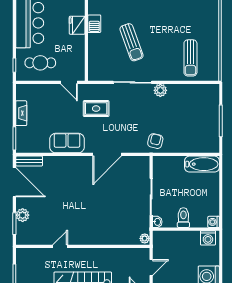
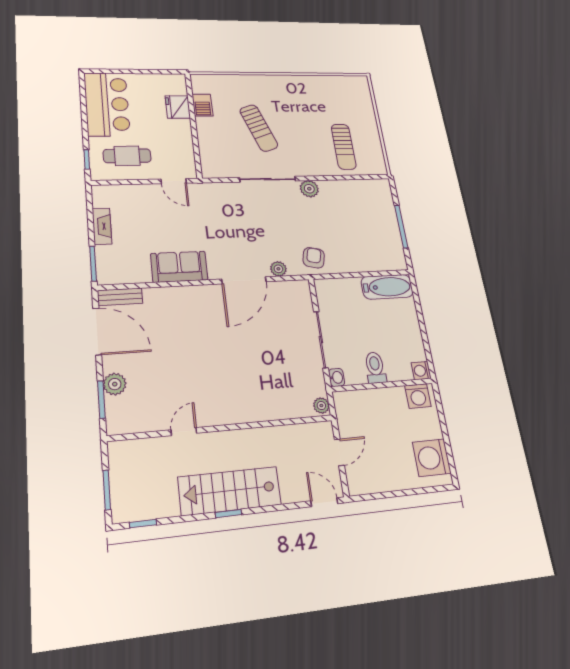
rug: (96, 109) -> (219, 216), removed
plant: (131, 148) -> (278, 269), added

